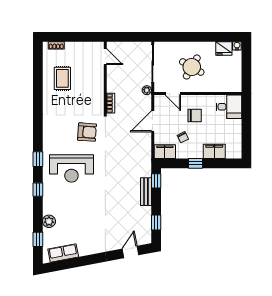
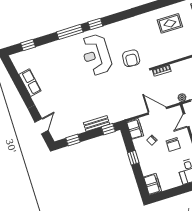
filing cabinet: (214, 151) -> (153, 184), moved
window: (38, 190) -> (70, 32), width x2.17
plant: (49, 221) -> (46, 50), removed
door: (130, 252) -> (42, 126), hinge flipped
row of seats: (63, 253) -> (30, 83), moved

